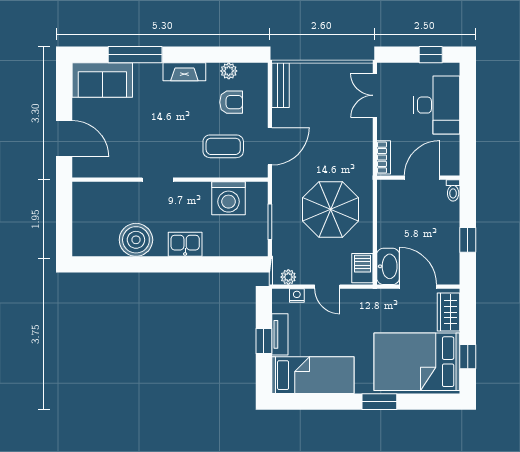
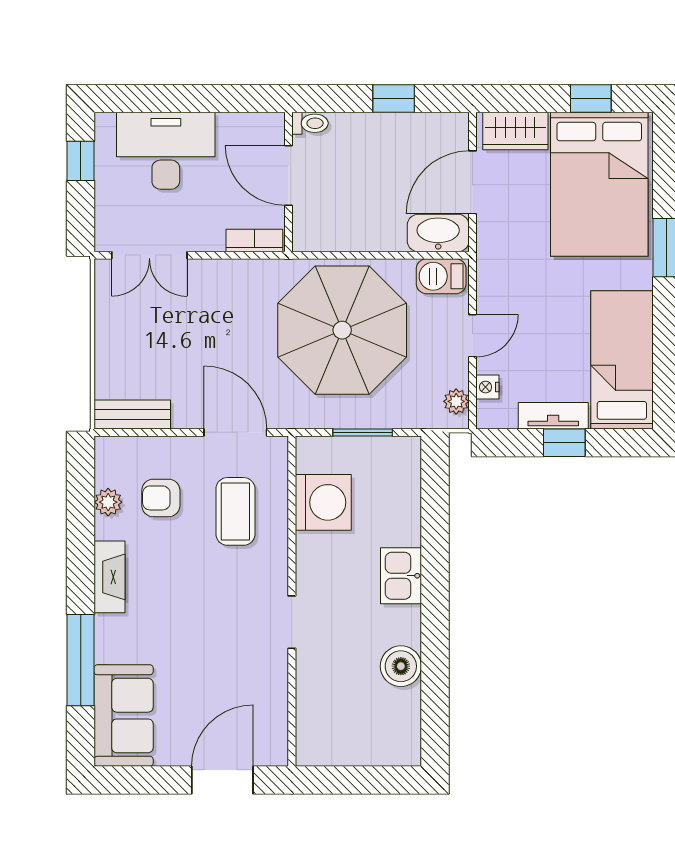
armchair: (231, 102) -> (161, 498), turned -90
parasol: (331, 209) -> (342, 330), width x1.36, depth x1.36
boiler: (136, 240) -> (401, 666), width x0.73, depth x0.73

